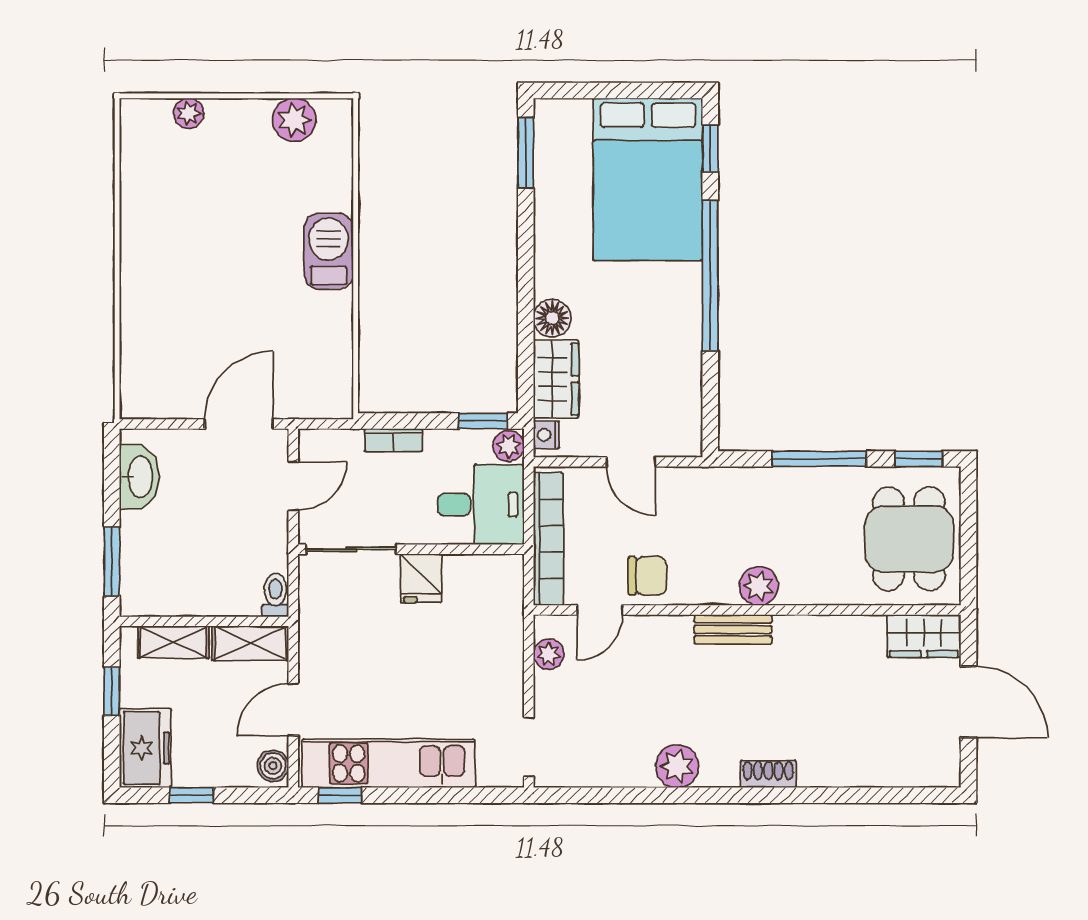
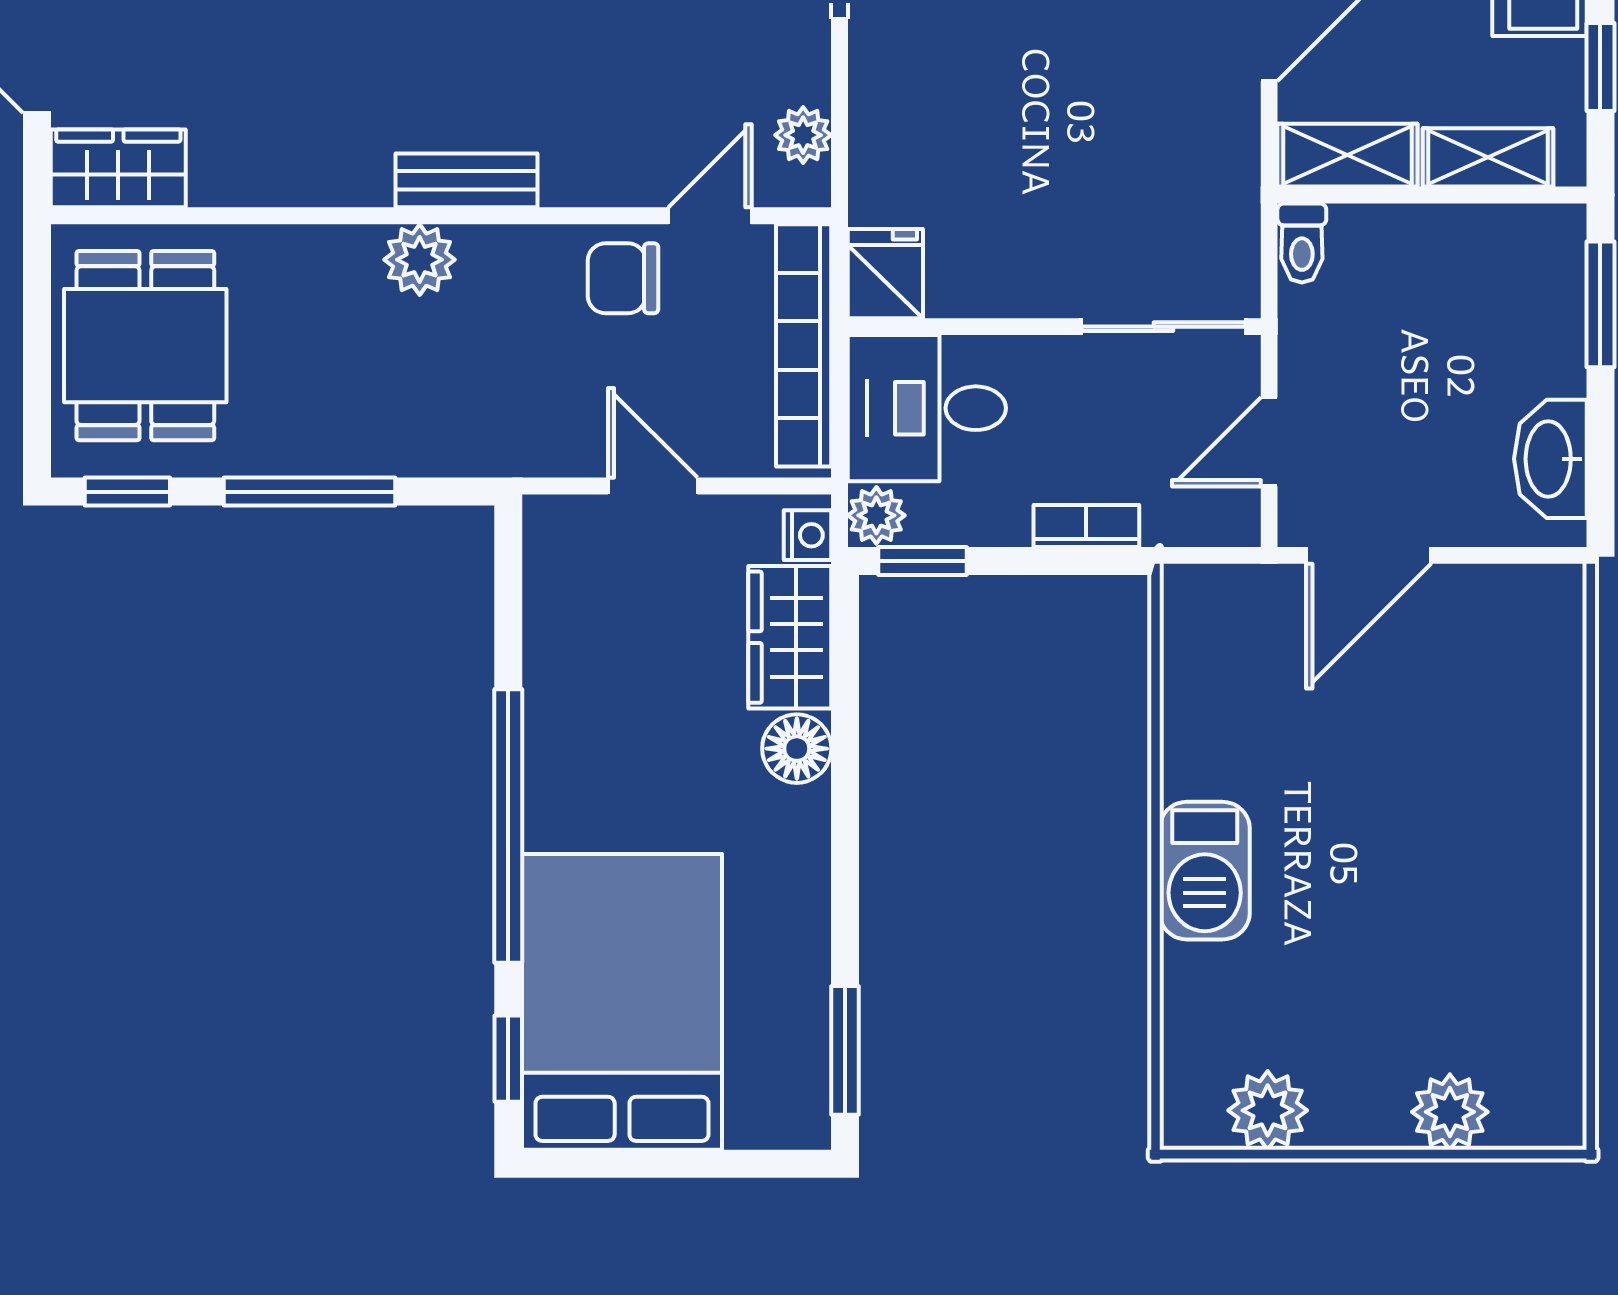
plant: (189, 113) -> (1450, 1112), width x1.38, depth x1.38
fridge: (421, 578) -> (885, 274), moved

